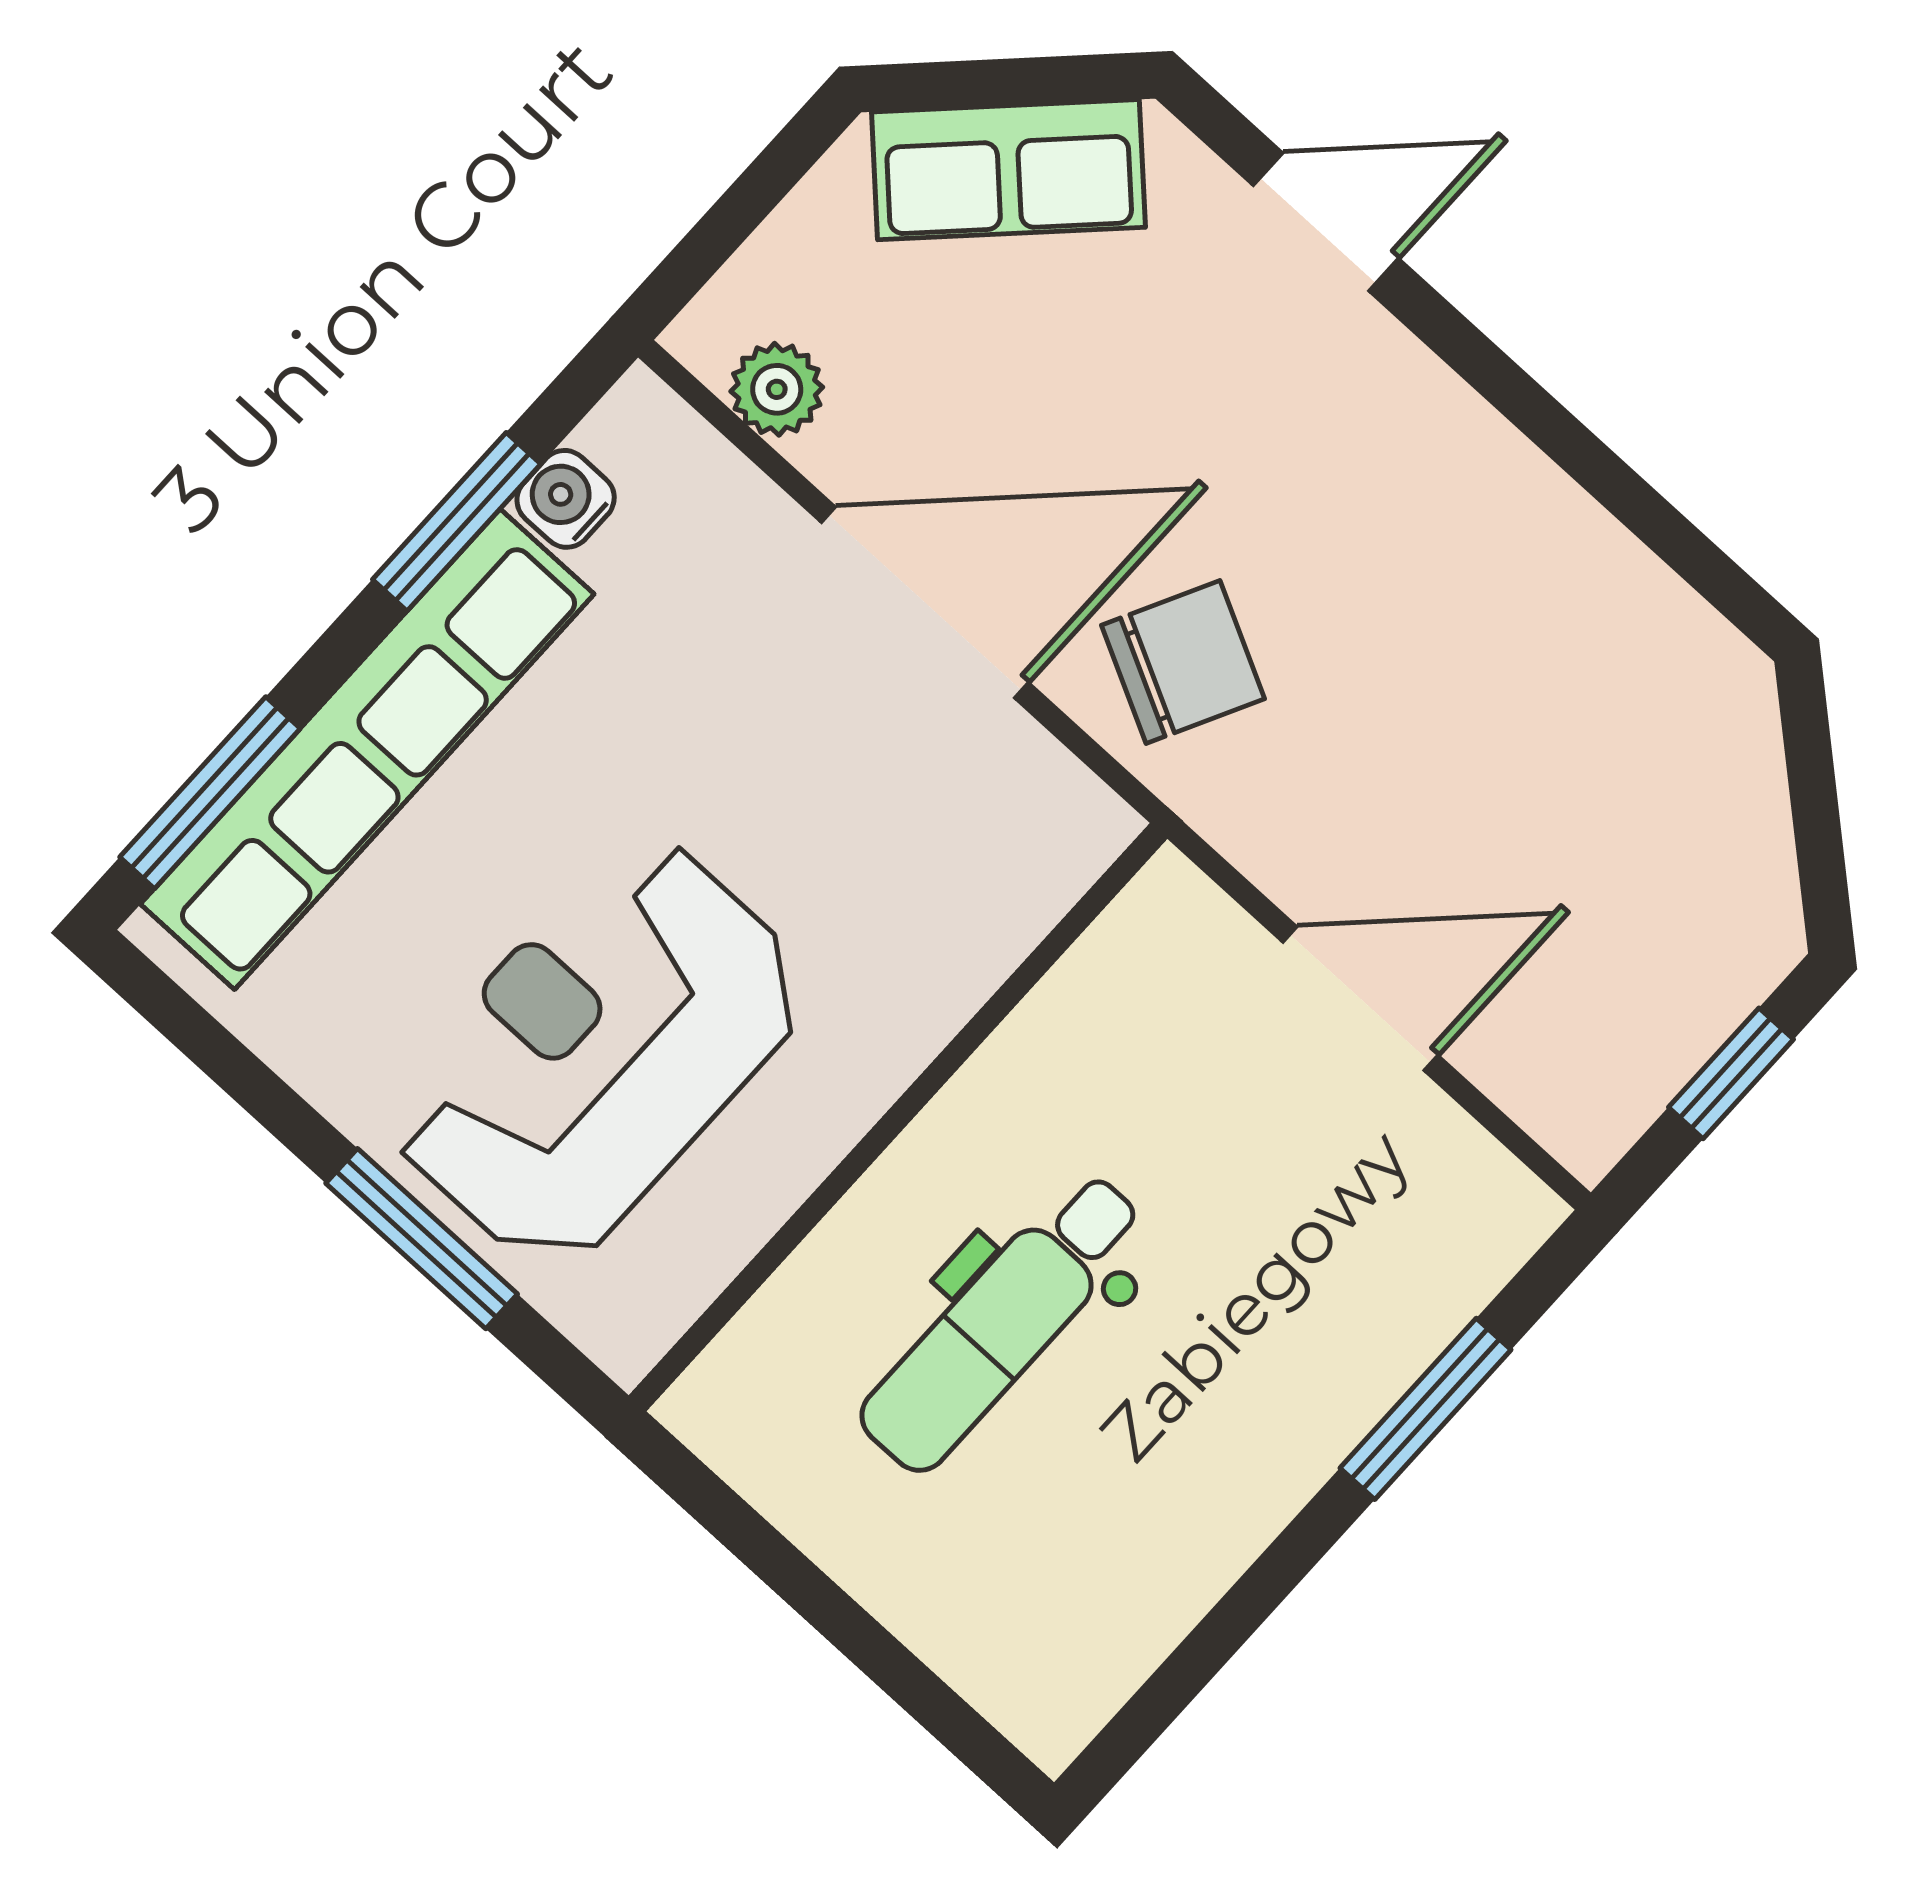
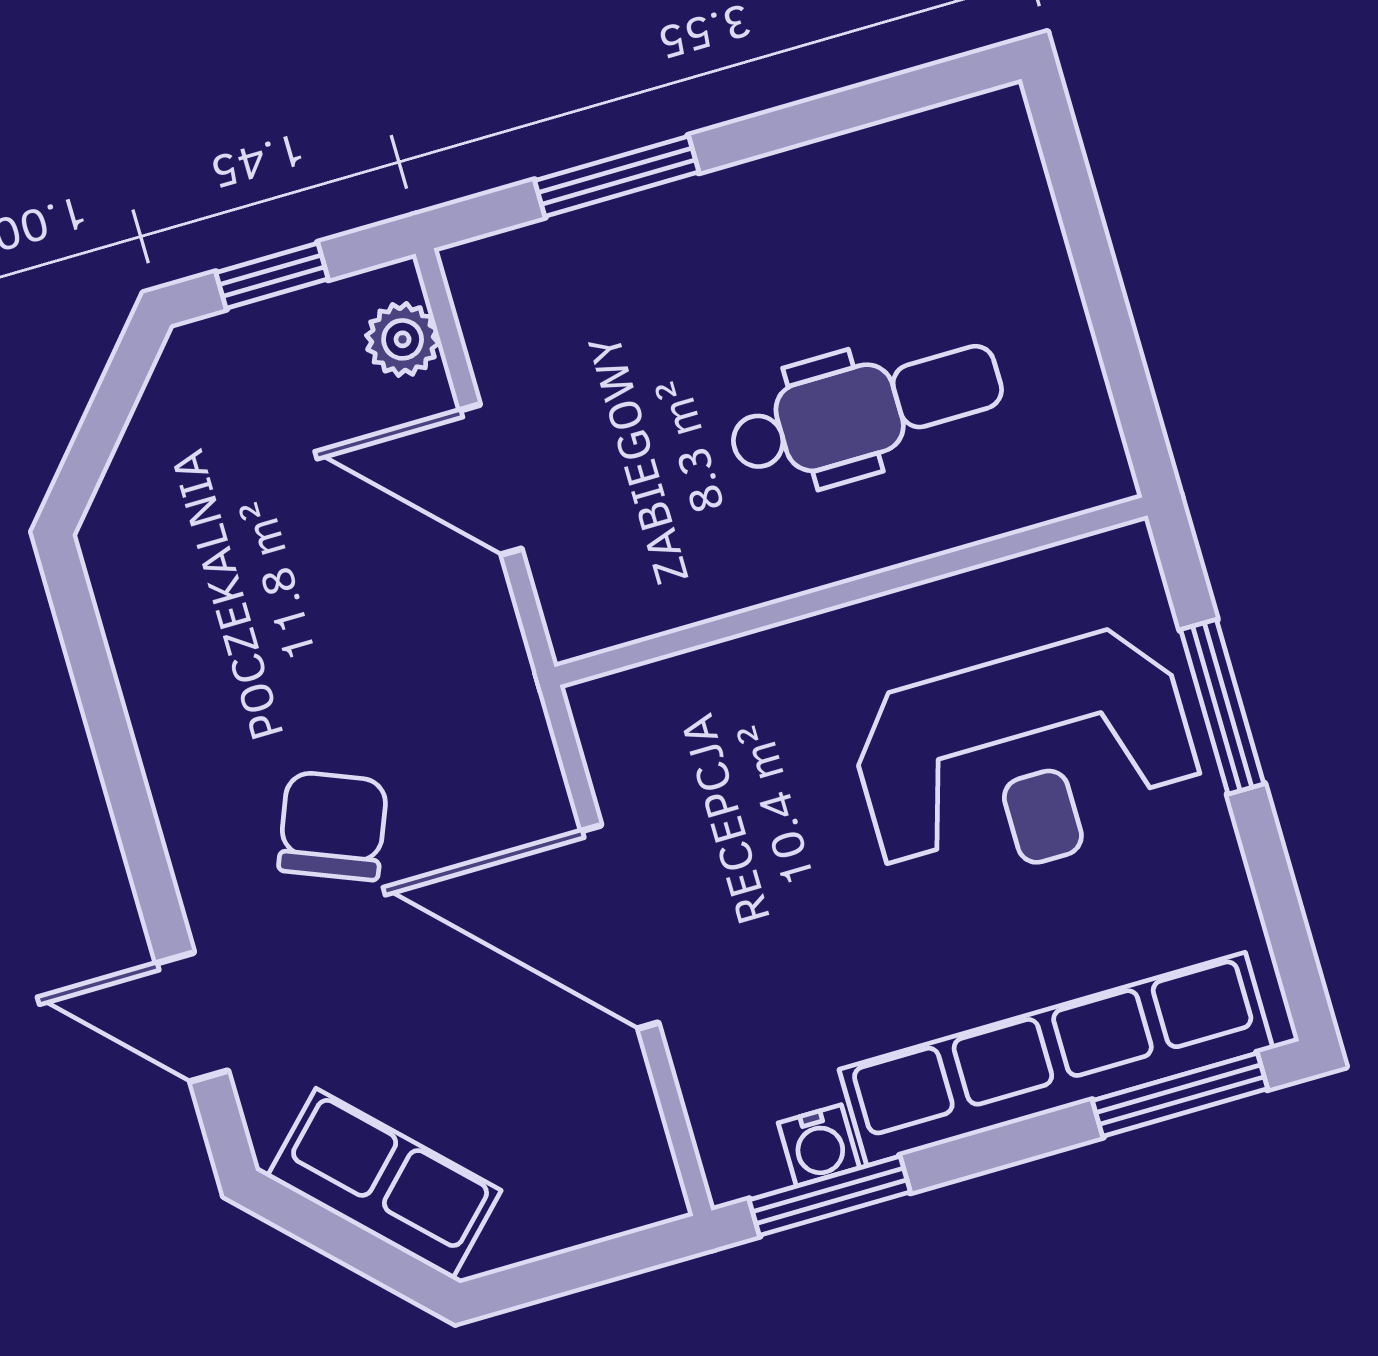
plant: (777, 389) -> (403, 339), moved
window: (457, 522) -> (830, 1196), moved
chair: (1183, 662) -> (333, 826), moved, turned 85

